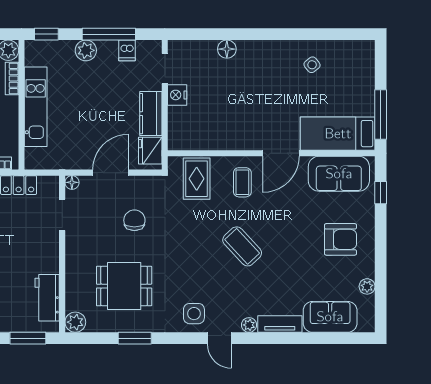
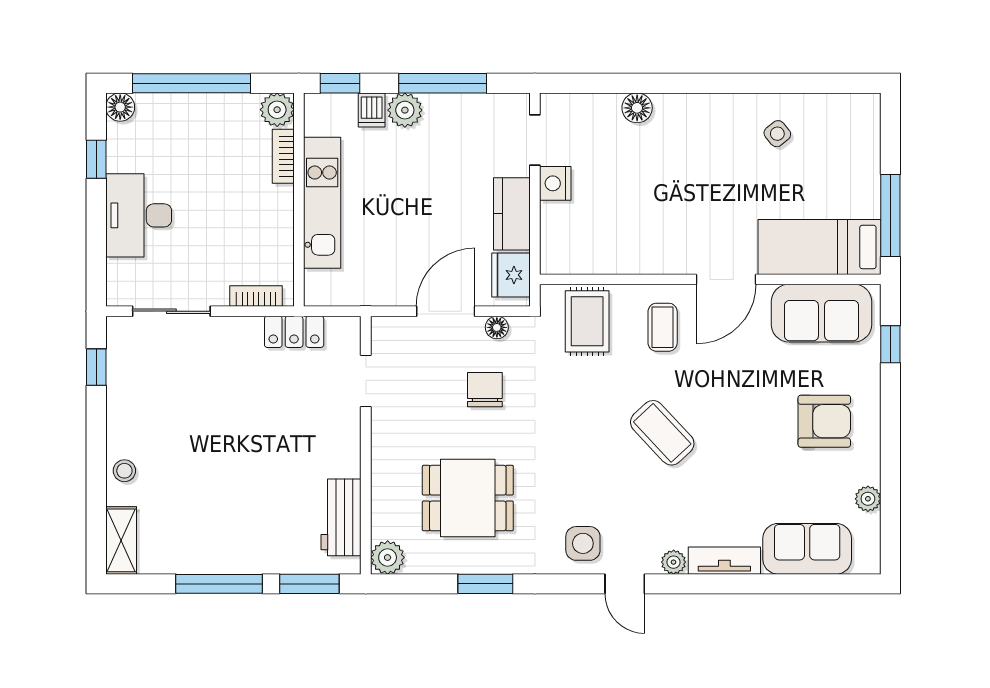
dishwasher: (127, 50) -> (372, 110), moved
floor lamp: (72, 182) -> (497, 327), moved

